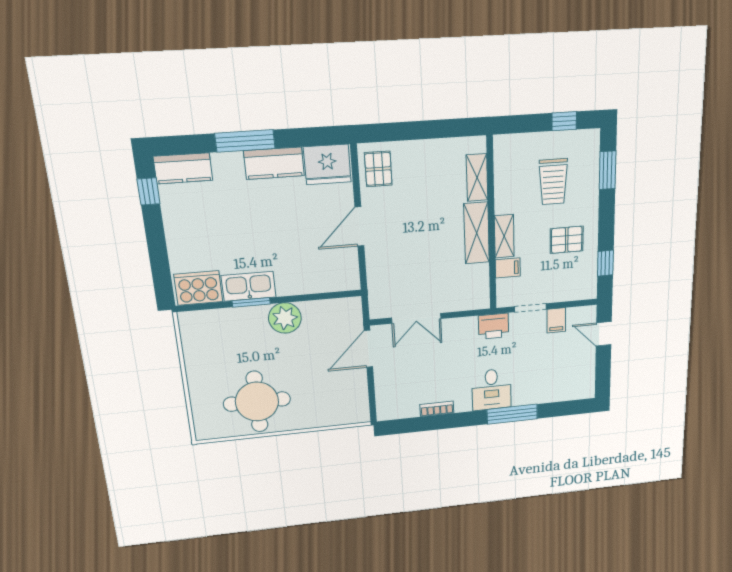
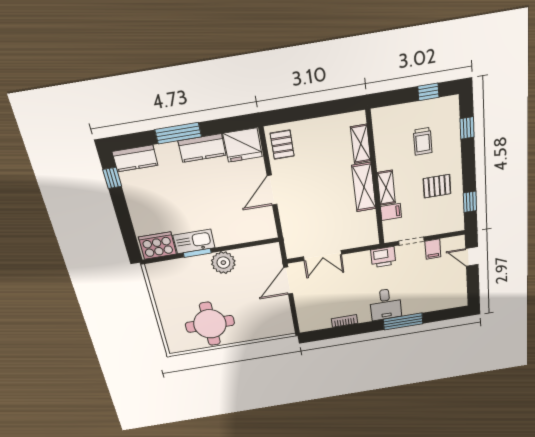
window: (608, 170) -> (467, 128), width x0.67
trolley: (553, 182) -> (423, 141), width x0.73, depth x0.72

